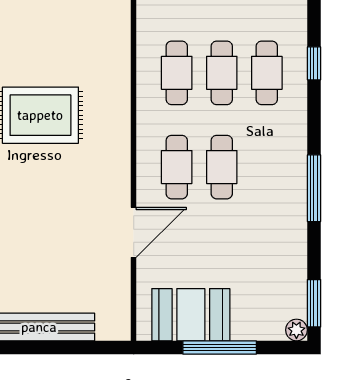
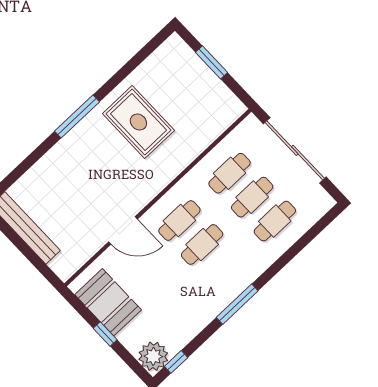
window: (314, 63) -> (304, 241), removed
window: (314, 303) -> (176, 362), width x0.67
plant: (296, 330) -> (153, 356), width x1.87, depth x1.87
window: (220, 347) -> (105, 334), width x0.46

